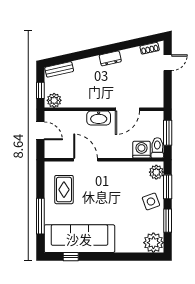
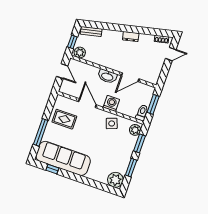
washing machine: (141, 150) -> (111, 103), moved
rug: (64, 190) -> (64, 119), turned 90
side table: (151, 202) -> (112, 123), moved

